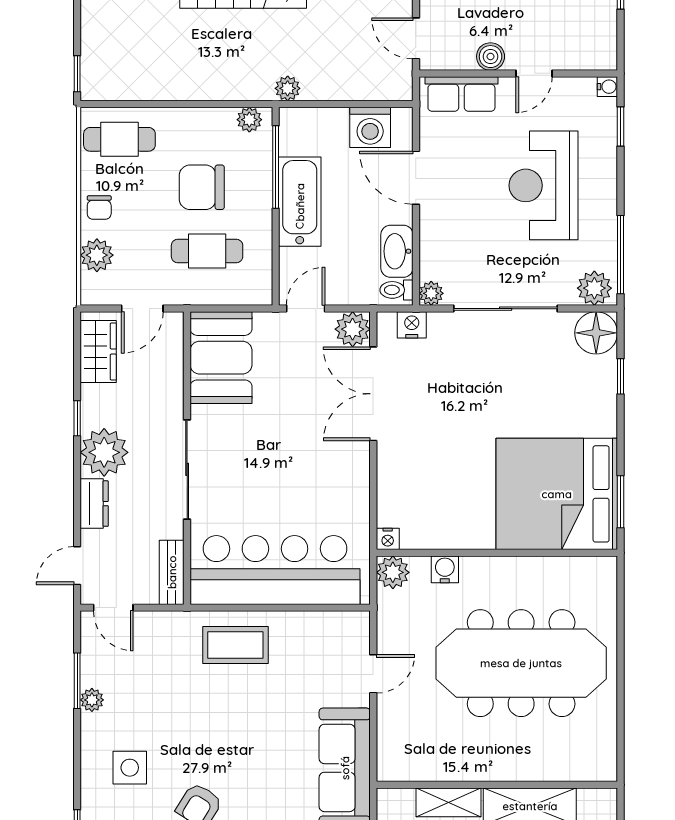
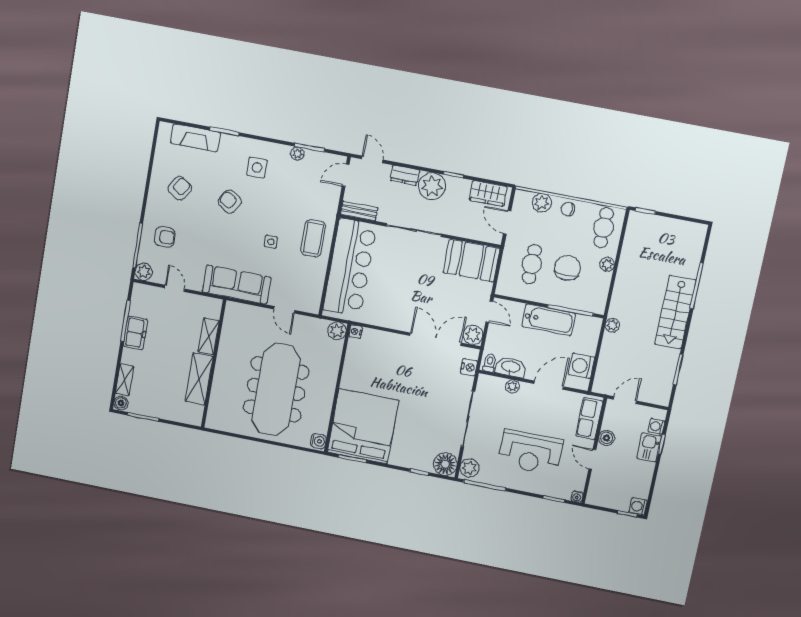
plant: (249, 120) -> (607, 264), moved
reception desk: (543, 185) -> (530, 452), turned 180
plant: (431, 293) -> (512, 387), moved
water cooler: (445, 569) -> (318, 441), moved
side table: (256, 719) -> (271, 242), added

